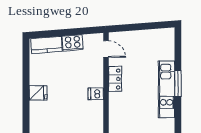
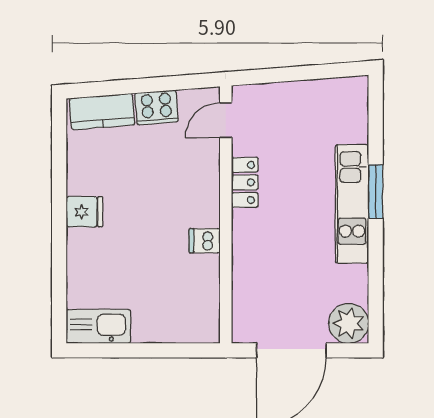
door: (106, 49) -> (226, 120), swing flipped
dishwasher: (96, 94) -> (205, 241), moved

